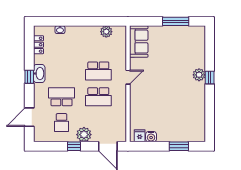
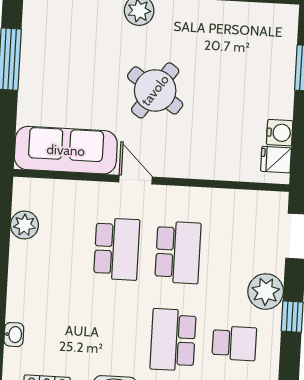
sofa: (139, 42) -> (66, 150), width x1.36
round table: (166, 83) -> (155, 90), added

